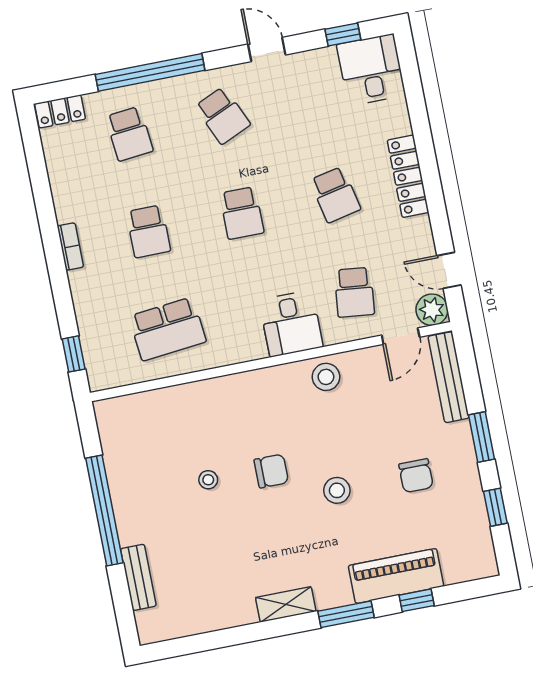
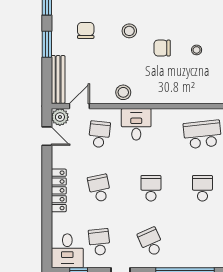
school desk: (129, 134) -> (99, 242), moved

